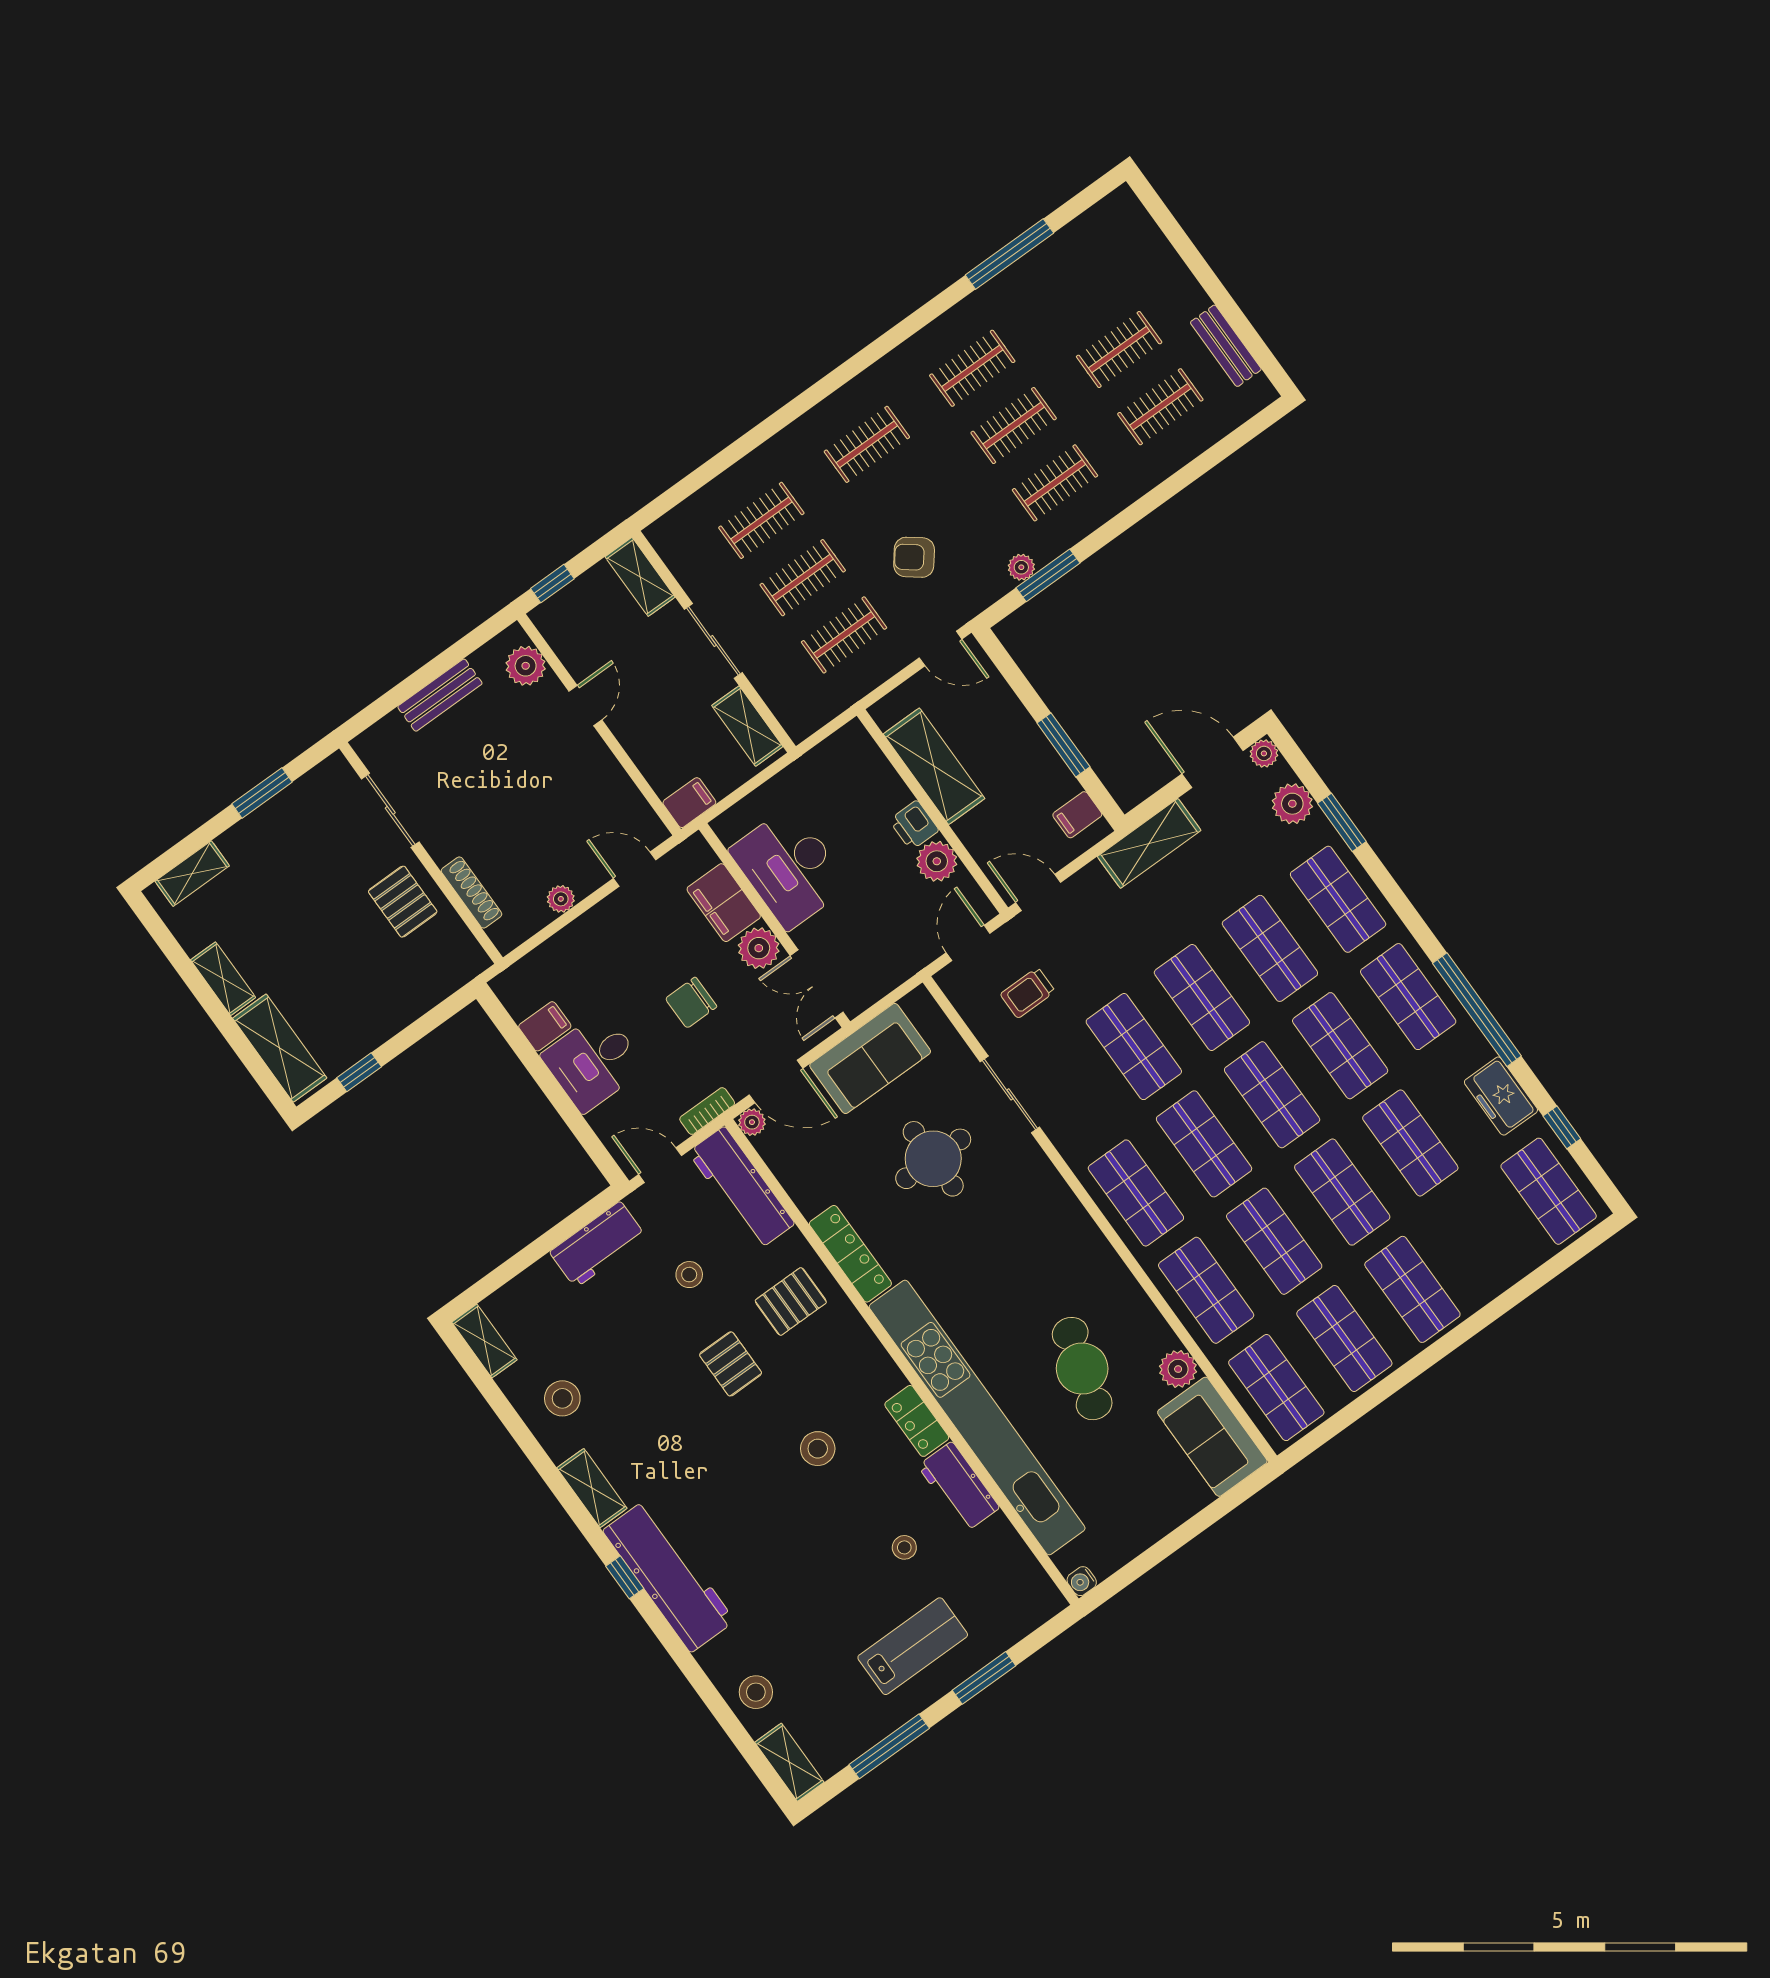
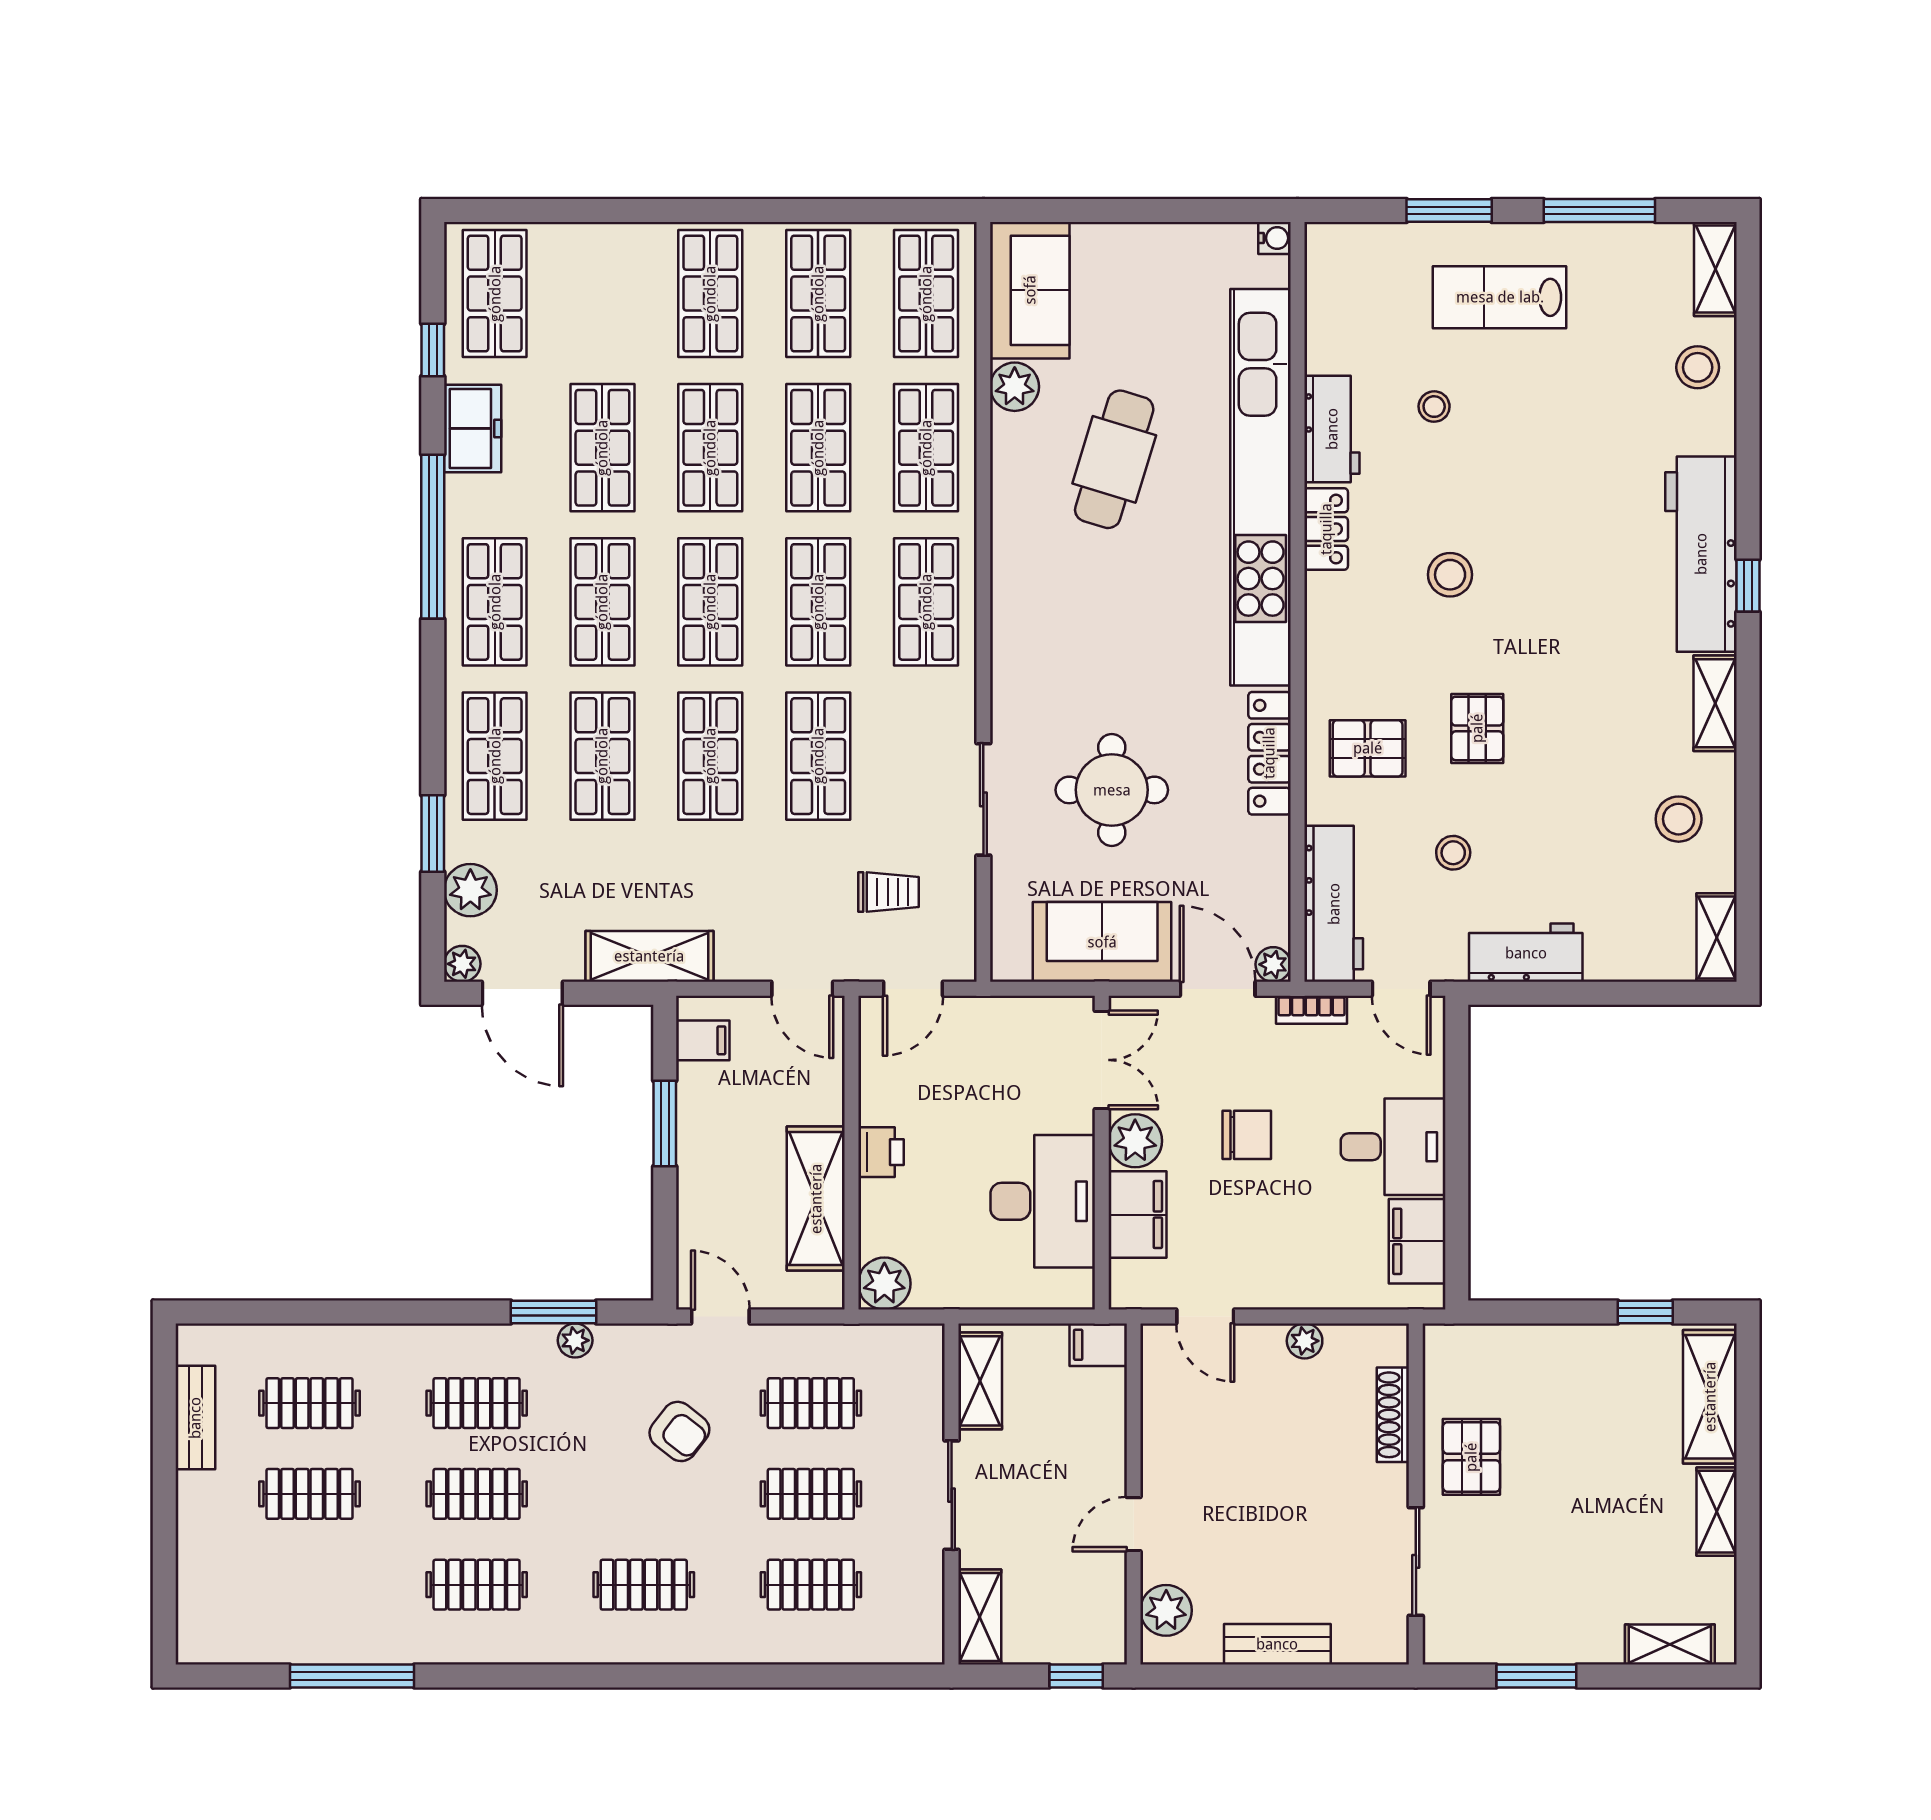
plant: (937, 861) -> (884, 1284), moved
filing cabinet: (545, 1026) -> (1417, 1241), width x2.00

